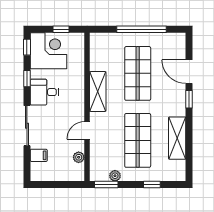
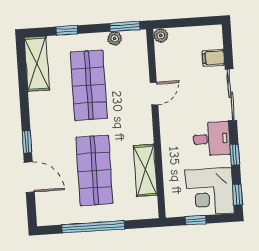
shelving: (98, 91) -> (145, 170), moved
shelving: (177, 138) -> (37, 64), moved
plant: (79, 157) -> (161, 36), moved

